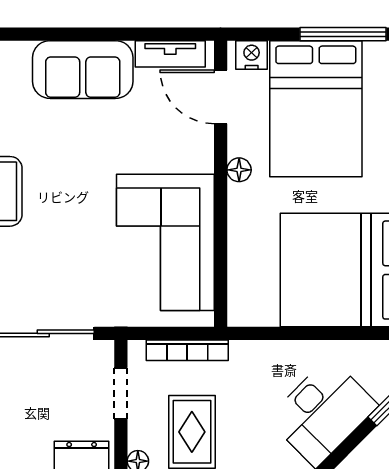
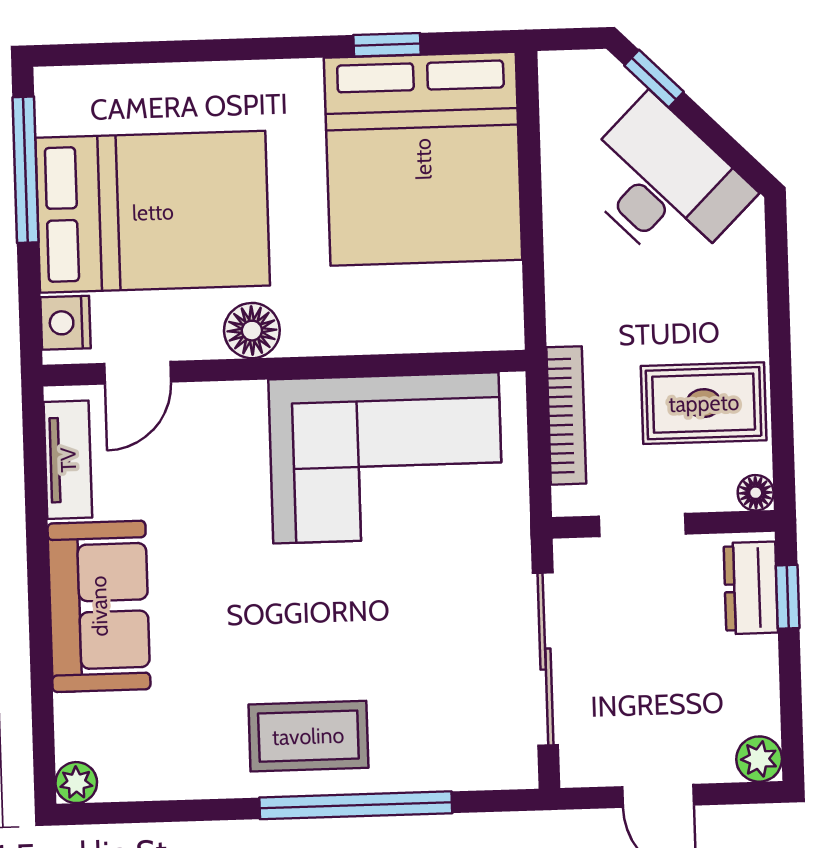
door: (221, 97) -> (138, 373), width x0.73
floor lamp: (239, 170) -> (252, 331), width x1.37, depth x1.37

